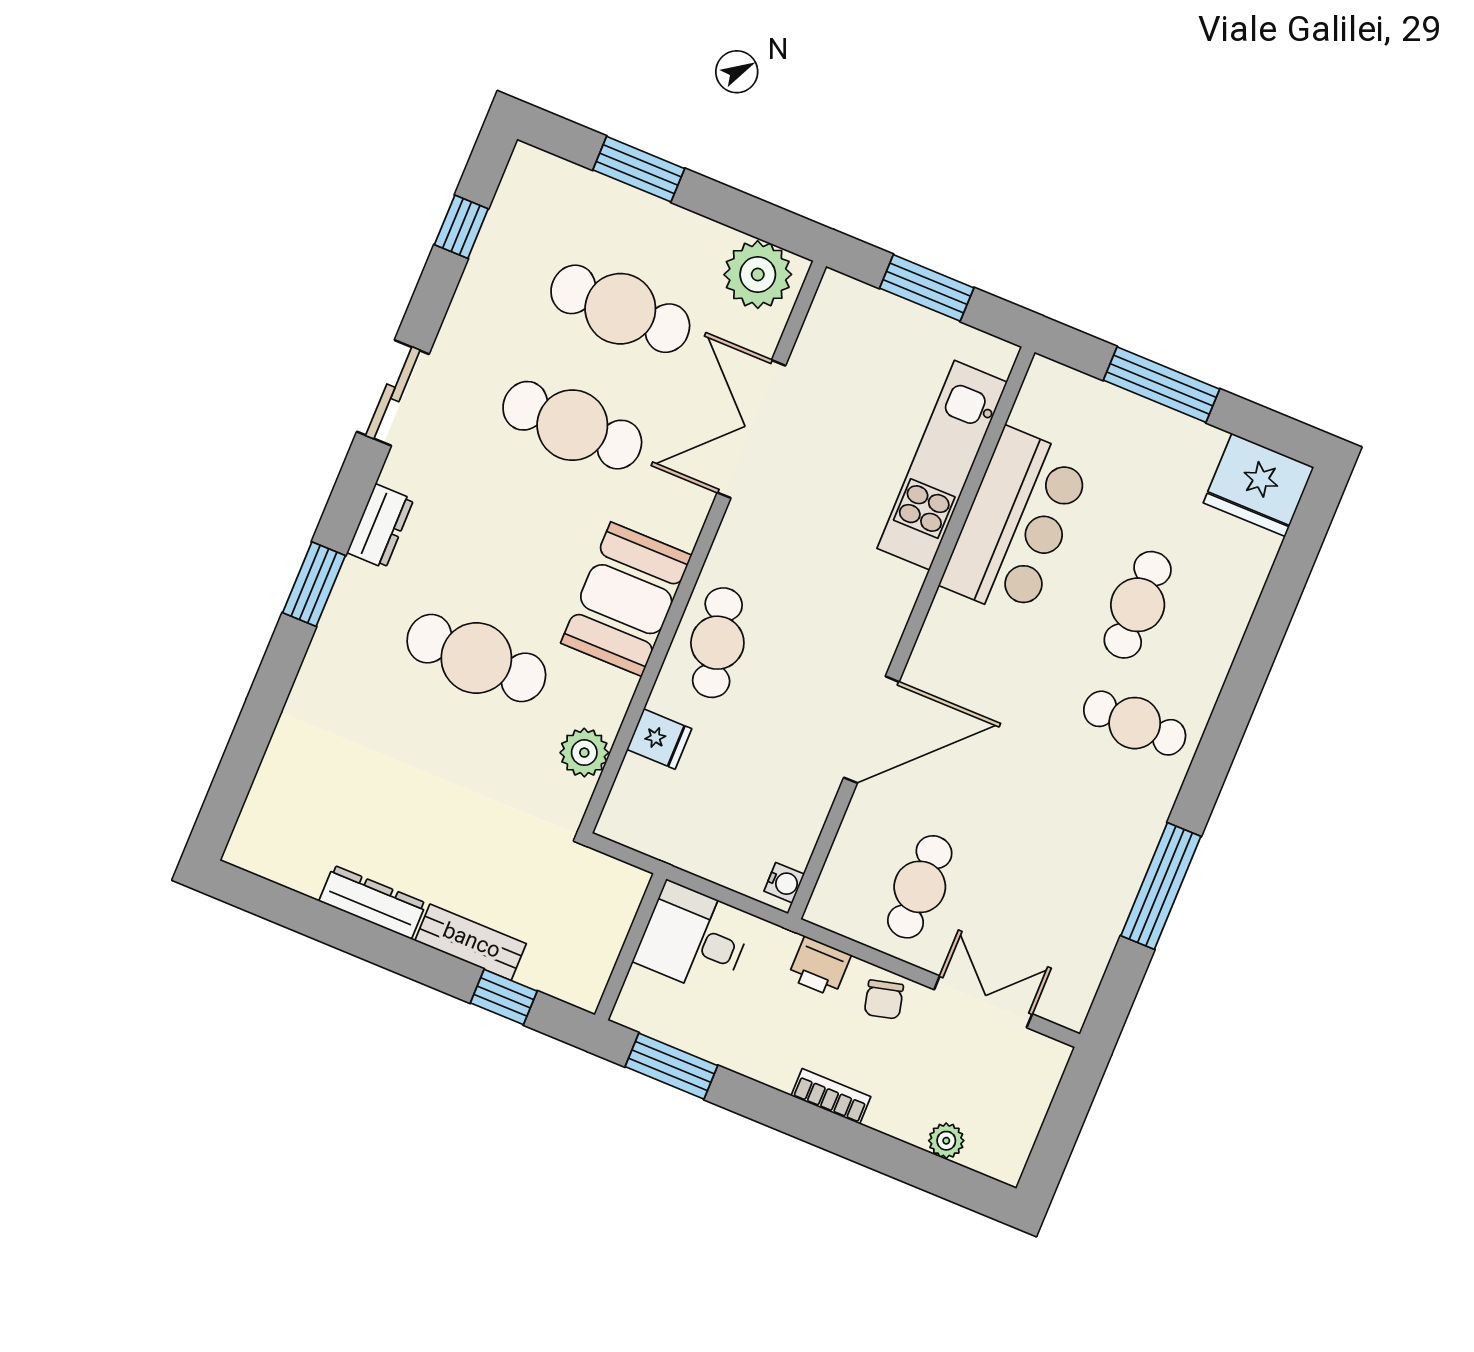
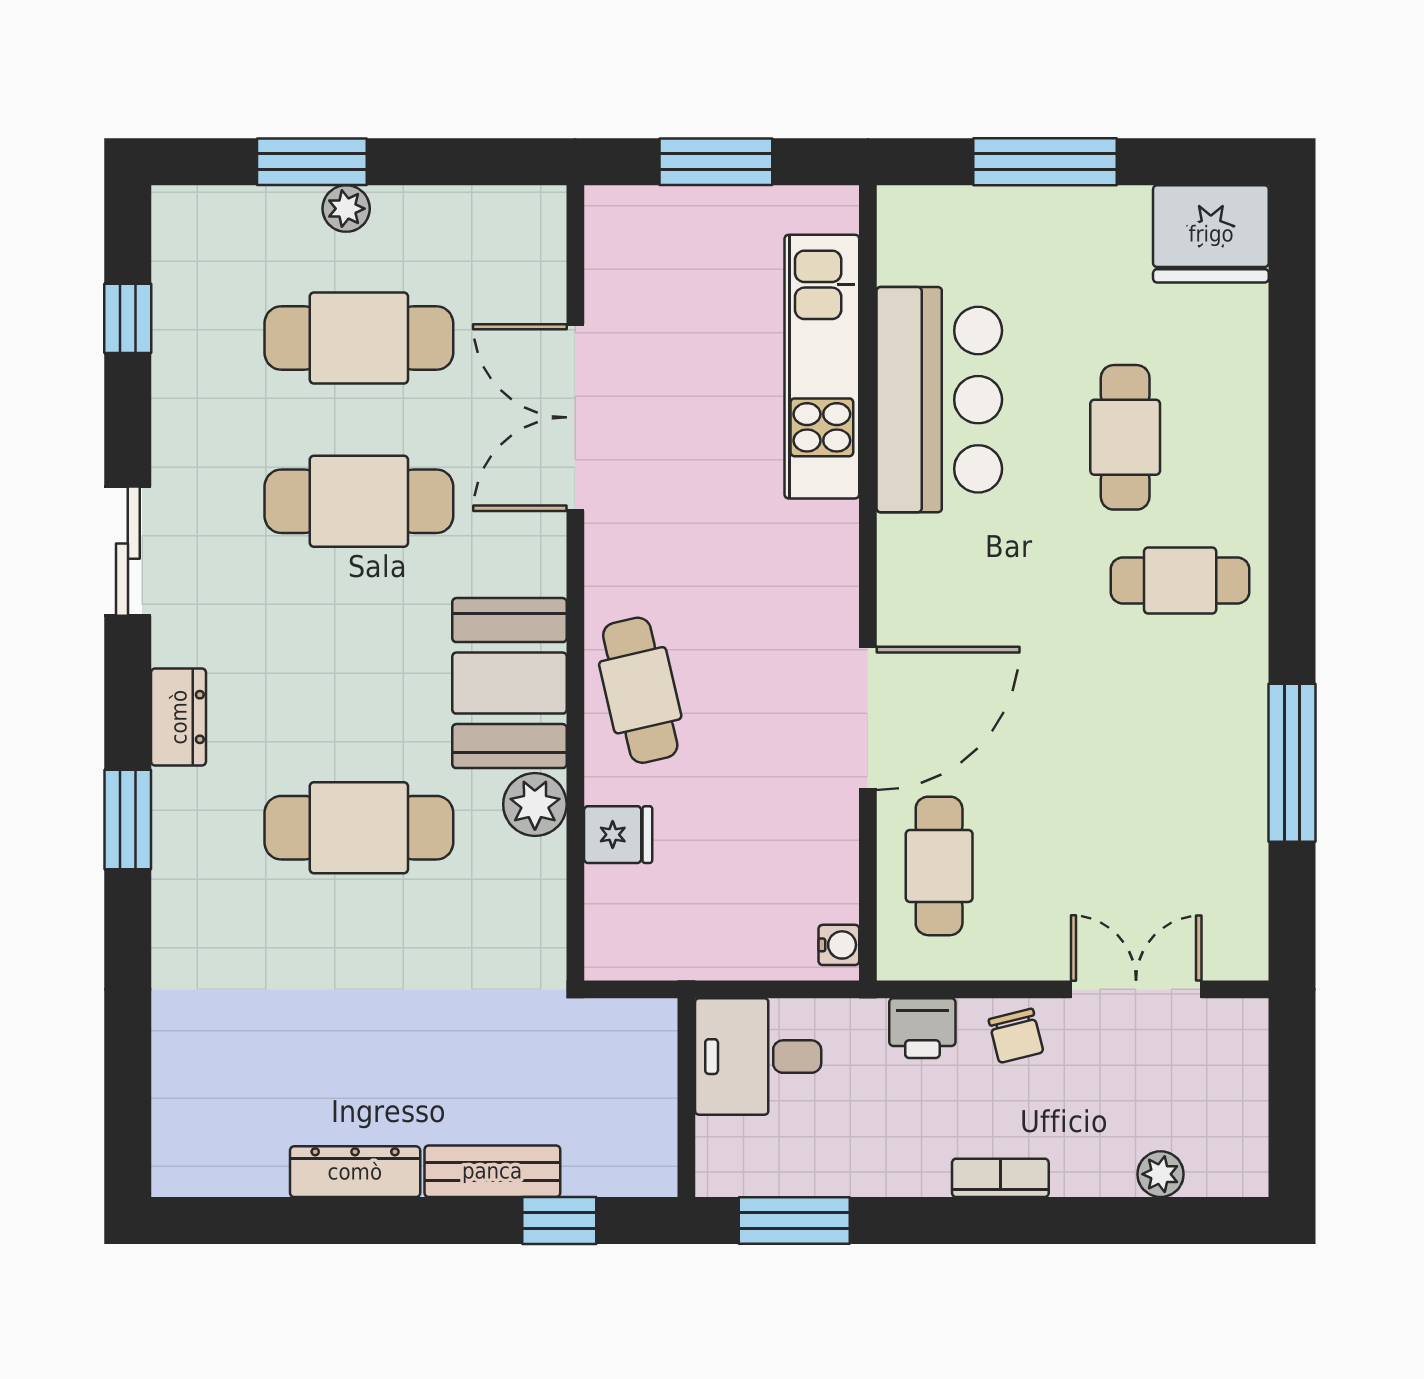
plant: (758, 274) -> (346, 209), moved, width x0.53, depth x0.53
plant: (584, 753) -> (535, 805), moved
cafe table: (920, 887) -> (939, 866), moved

